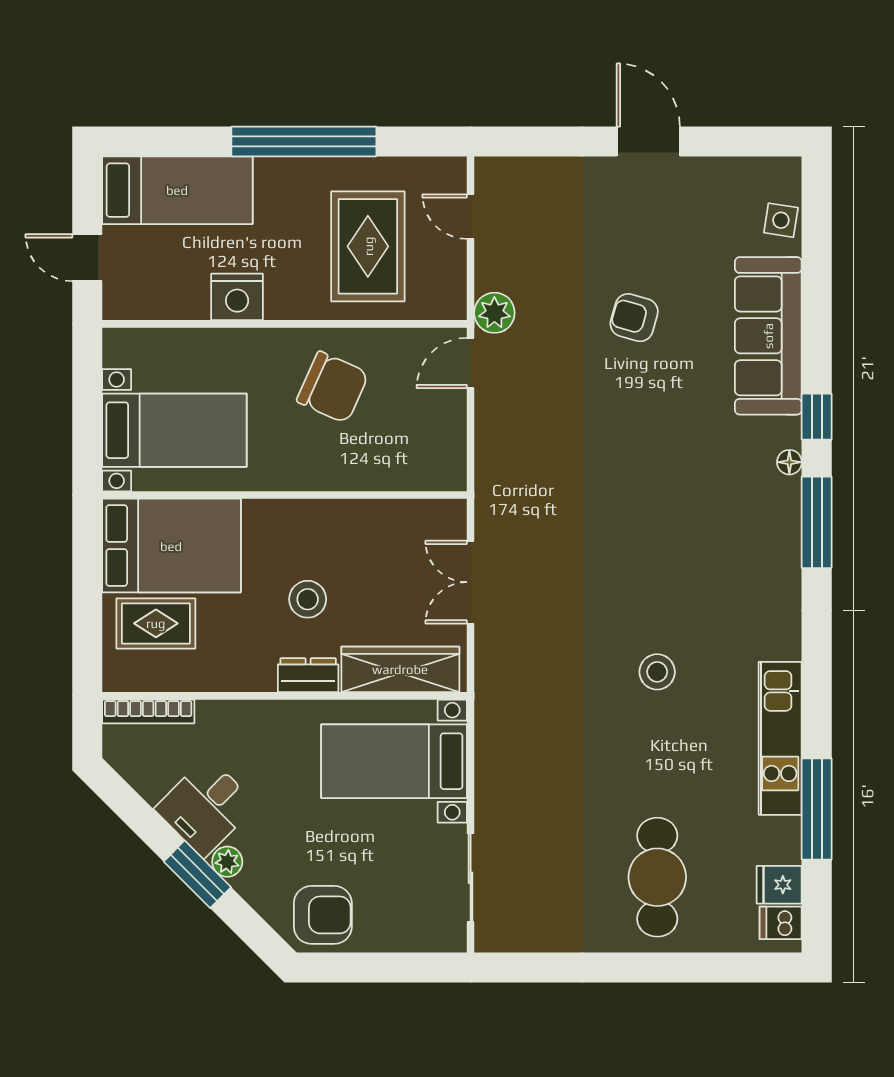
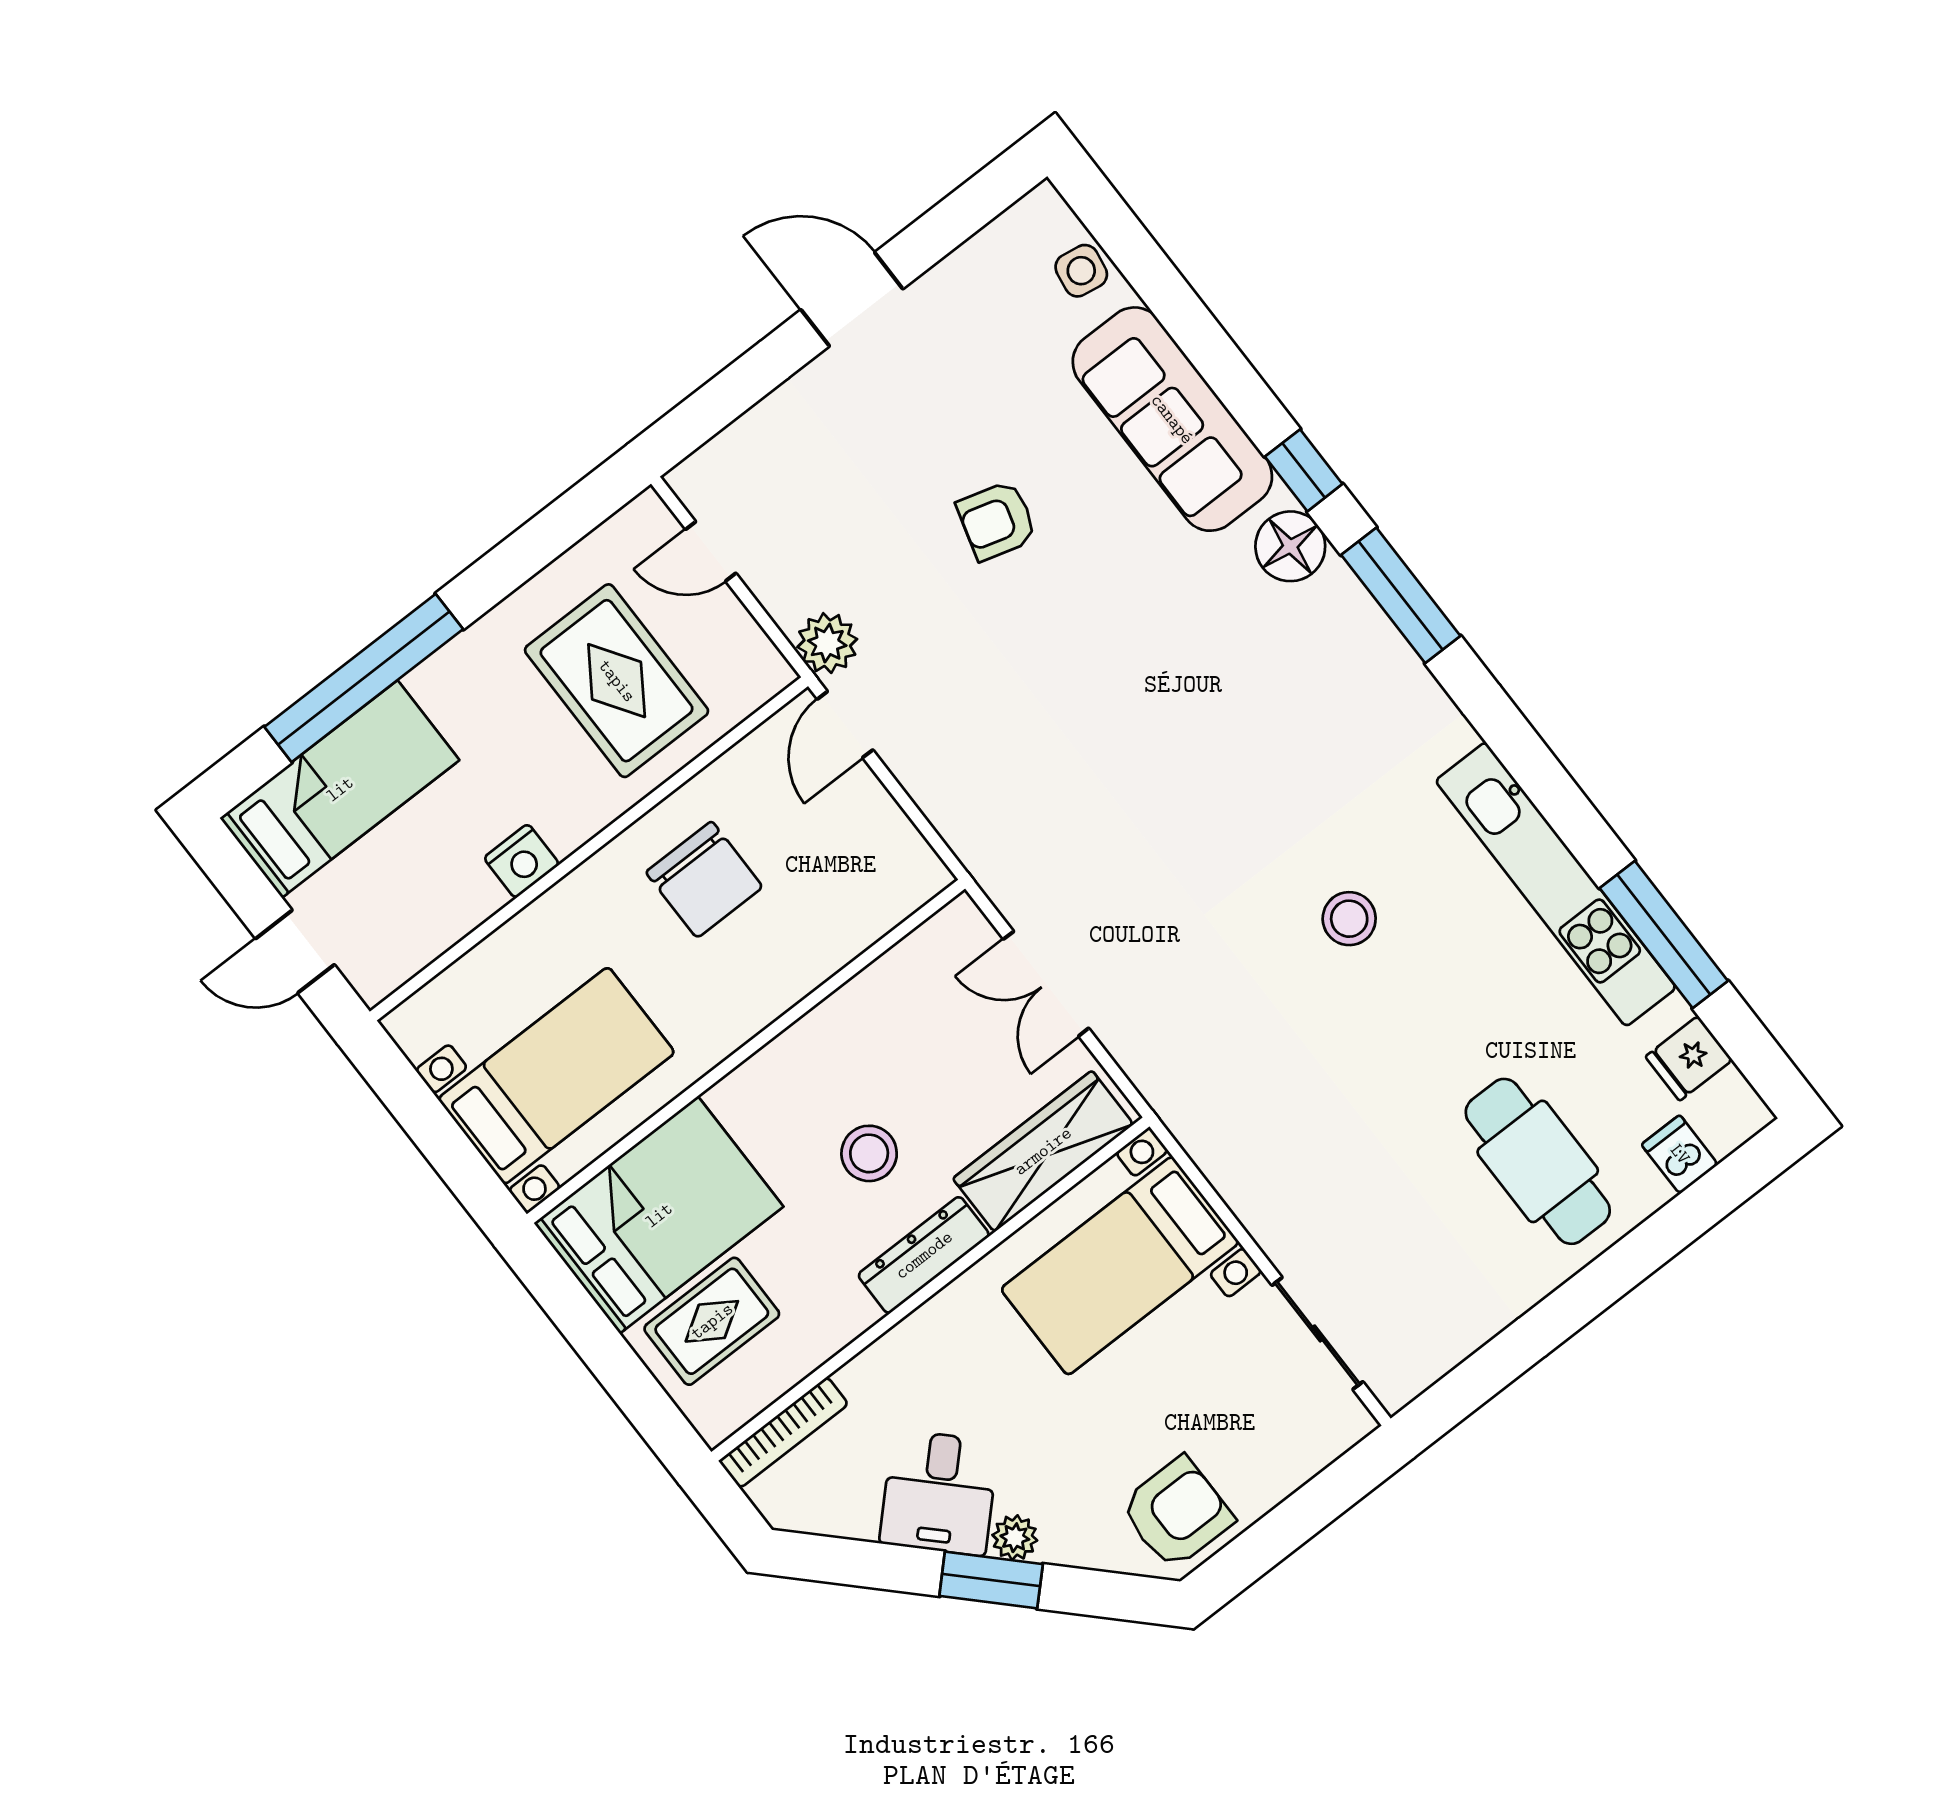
window: (304, 141) -> (364, 678), moved
nightstand: (237, 297) -> (522, 861), width x0.74, depth x0.75
chair: (333, 387) -> (704, 880), turned 66
floor lamp: (789, 462) -> (1290, 546), width x1.89, depth x1.89
dresser: (308, 675) -> (924, 1255), width x1.44
kitchen unit: (780, 738) -> (1556, 884), width x1.36
dishwasher: (781, 923) -> (1680, 1154), moved, turned 90

